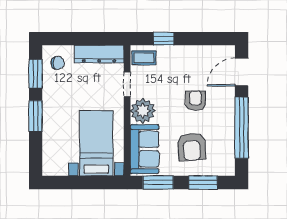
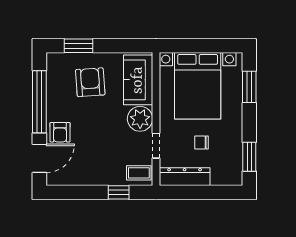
chair: (58, 63) -> (202, 142), moved
armchair: (195, 101) -> (60, 132), moved
window: (36, 116) -> (249, 87), moved
bed with nightstands: (96, 143) -> (198, 86), width x1.36
window: (158, 182) -> (124, 46), removed

